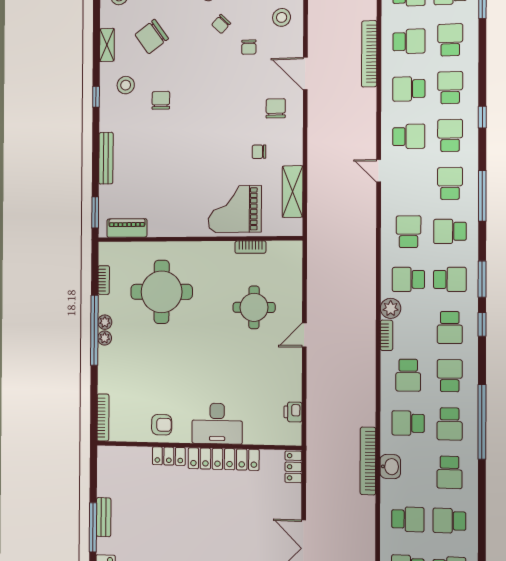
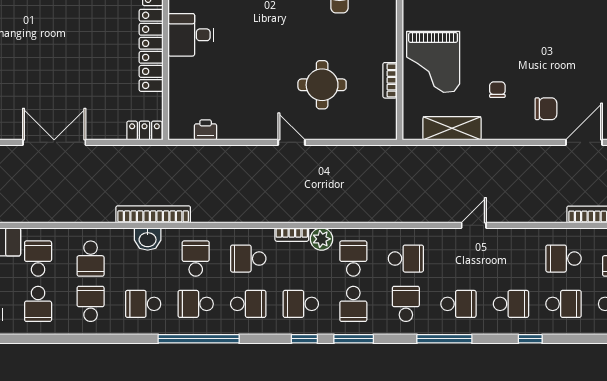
school desk: (409, 89) -> (564, 259), turned -90
school desk: (409, 136) -> (511, 259), removed
grand piano: (235, 209) -> (433, 62), turned 180
desk: (217, 424) -> (191, 35), width x0.73

